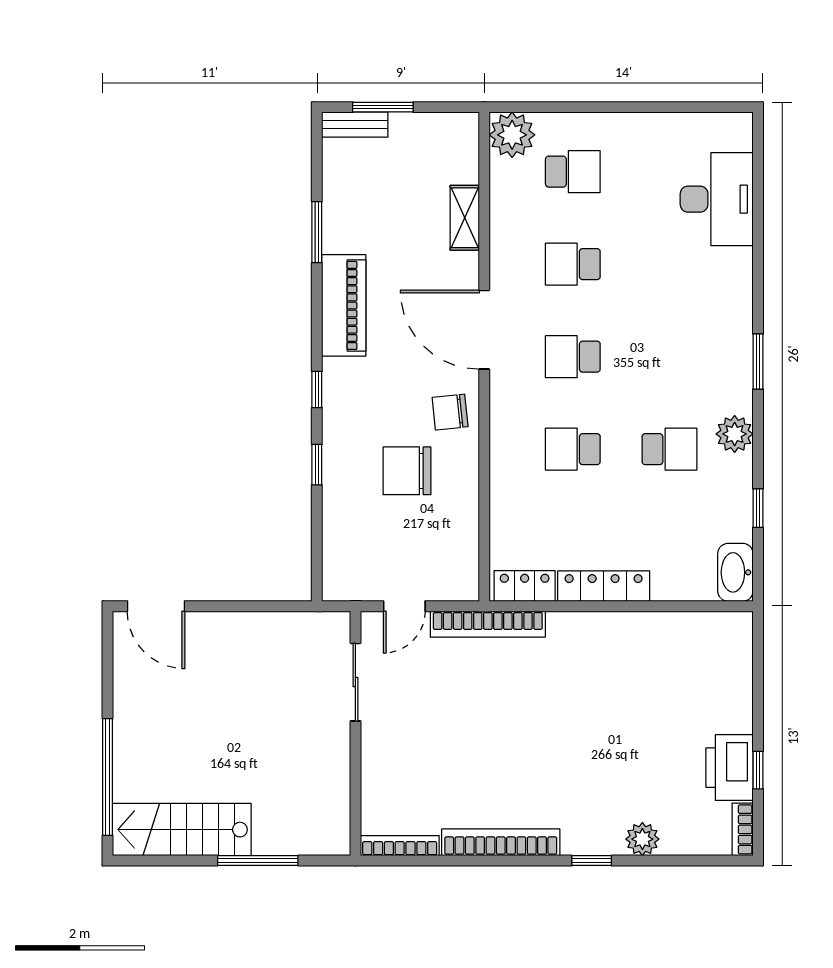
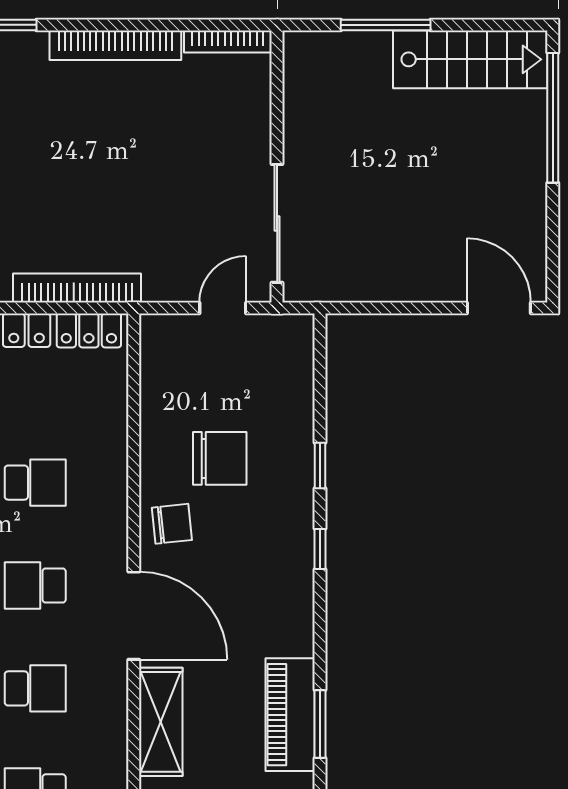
shelving: (465, 218) -> (161, 722), width x1.50, depth x1.33
piano: (344, 305) -> (290, 715), moved
school desk: (573, 357) -> (35, 585), turned 180
bookcase: (488, 624) -> (77, 288), moved
sliding door: (355, 682) -> (277, 223), width x1.37

